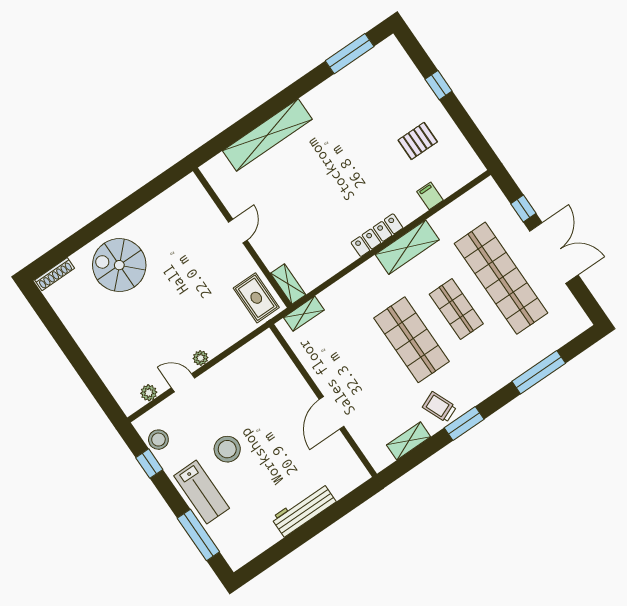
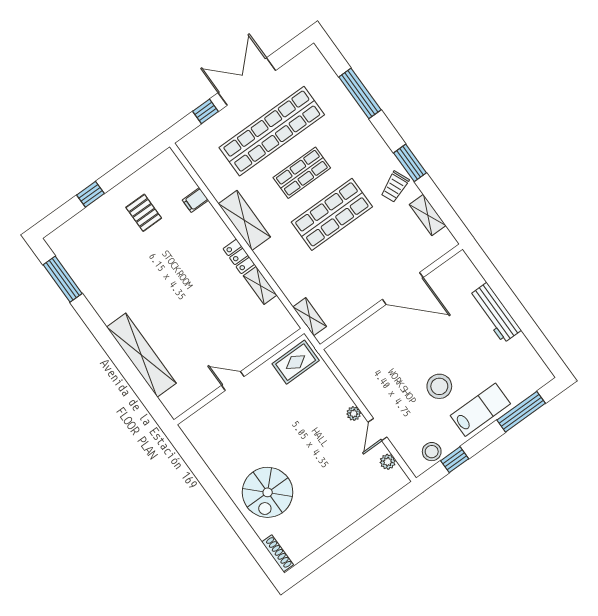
locker: (377, 235) -> (239, 256), width x0.66
shelving: (288, 284) -> (260, 285), moved, turned 90
door: (332, 413) -> (403, 288), width x1.36

